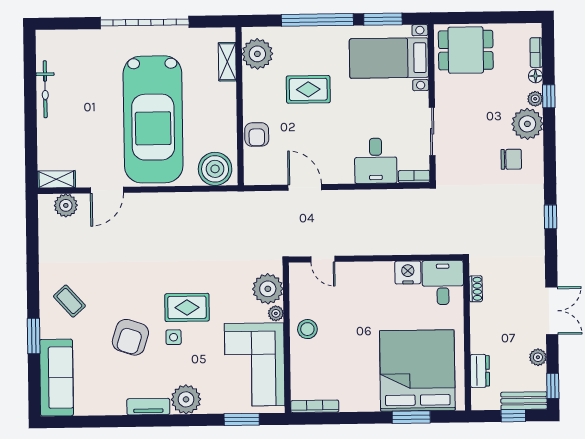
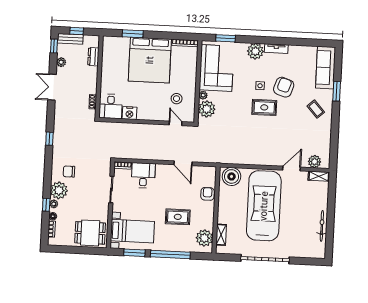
rug: (187, 307) -> (264, 107), moved
stool: (307, 329) -> (177, 99), moved
bed: (417, 371) -> (150, 60), moved

